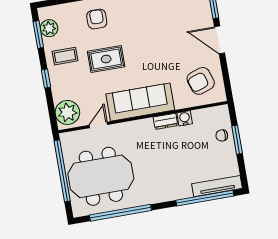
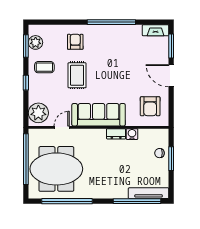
rug: (106, 59) -> (77, 75), turned 90
armchair: (201, 81) -> (150, 106), turned -72

